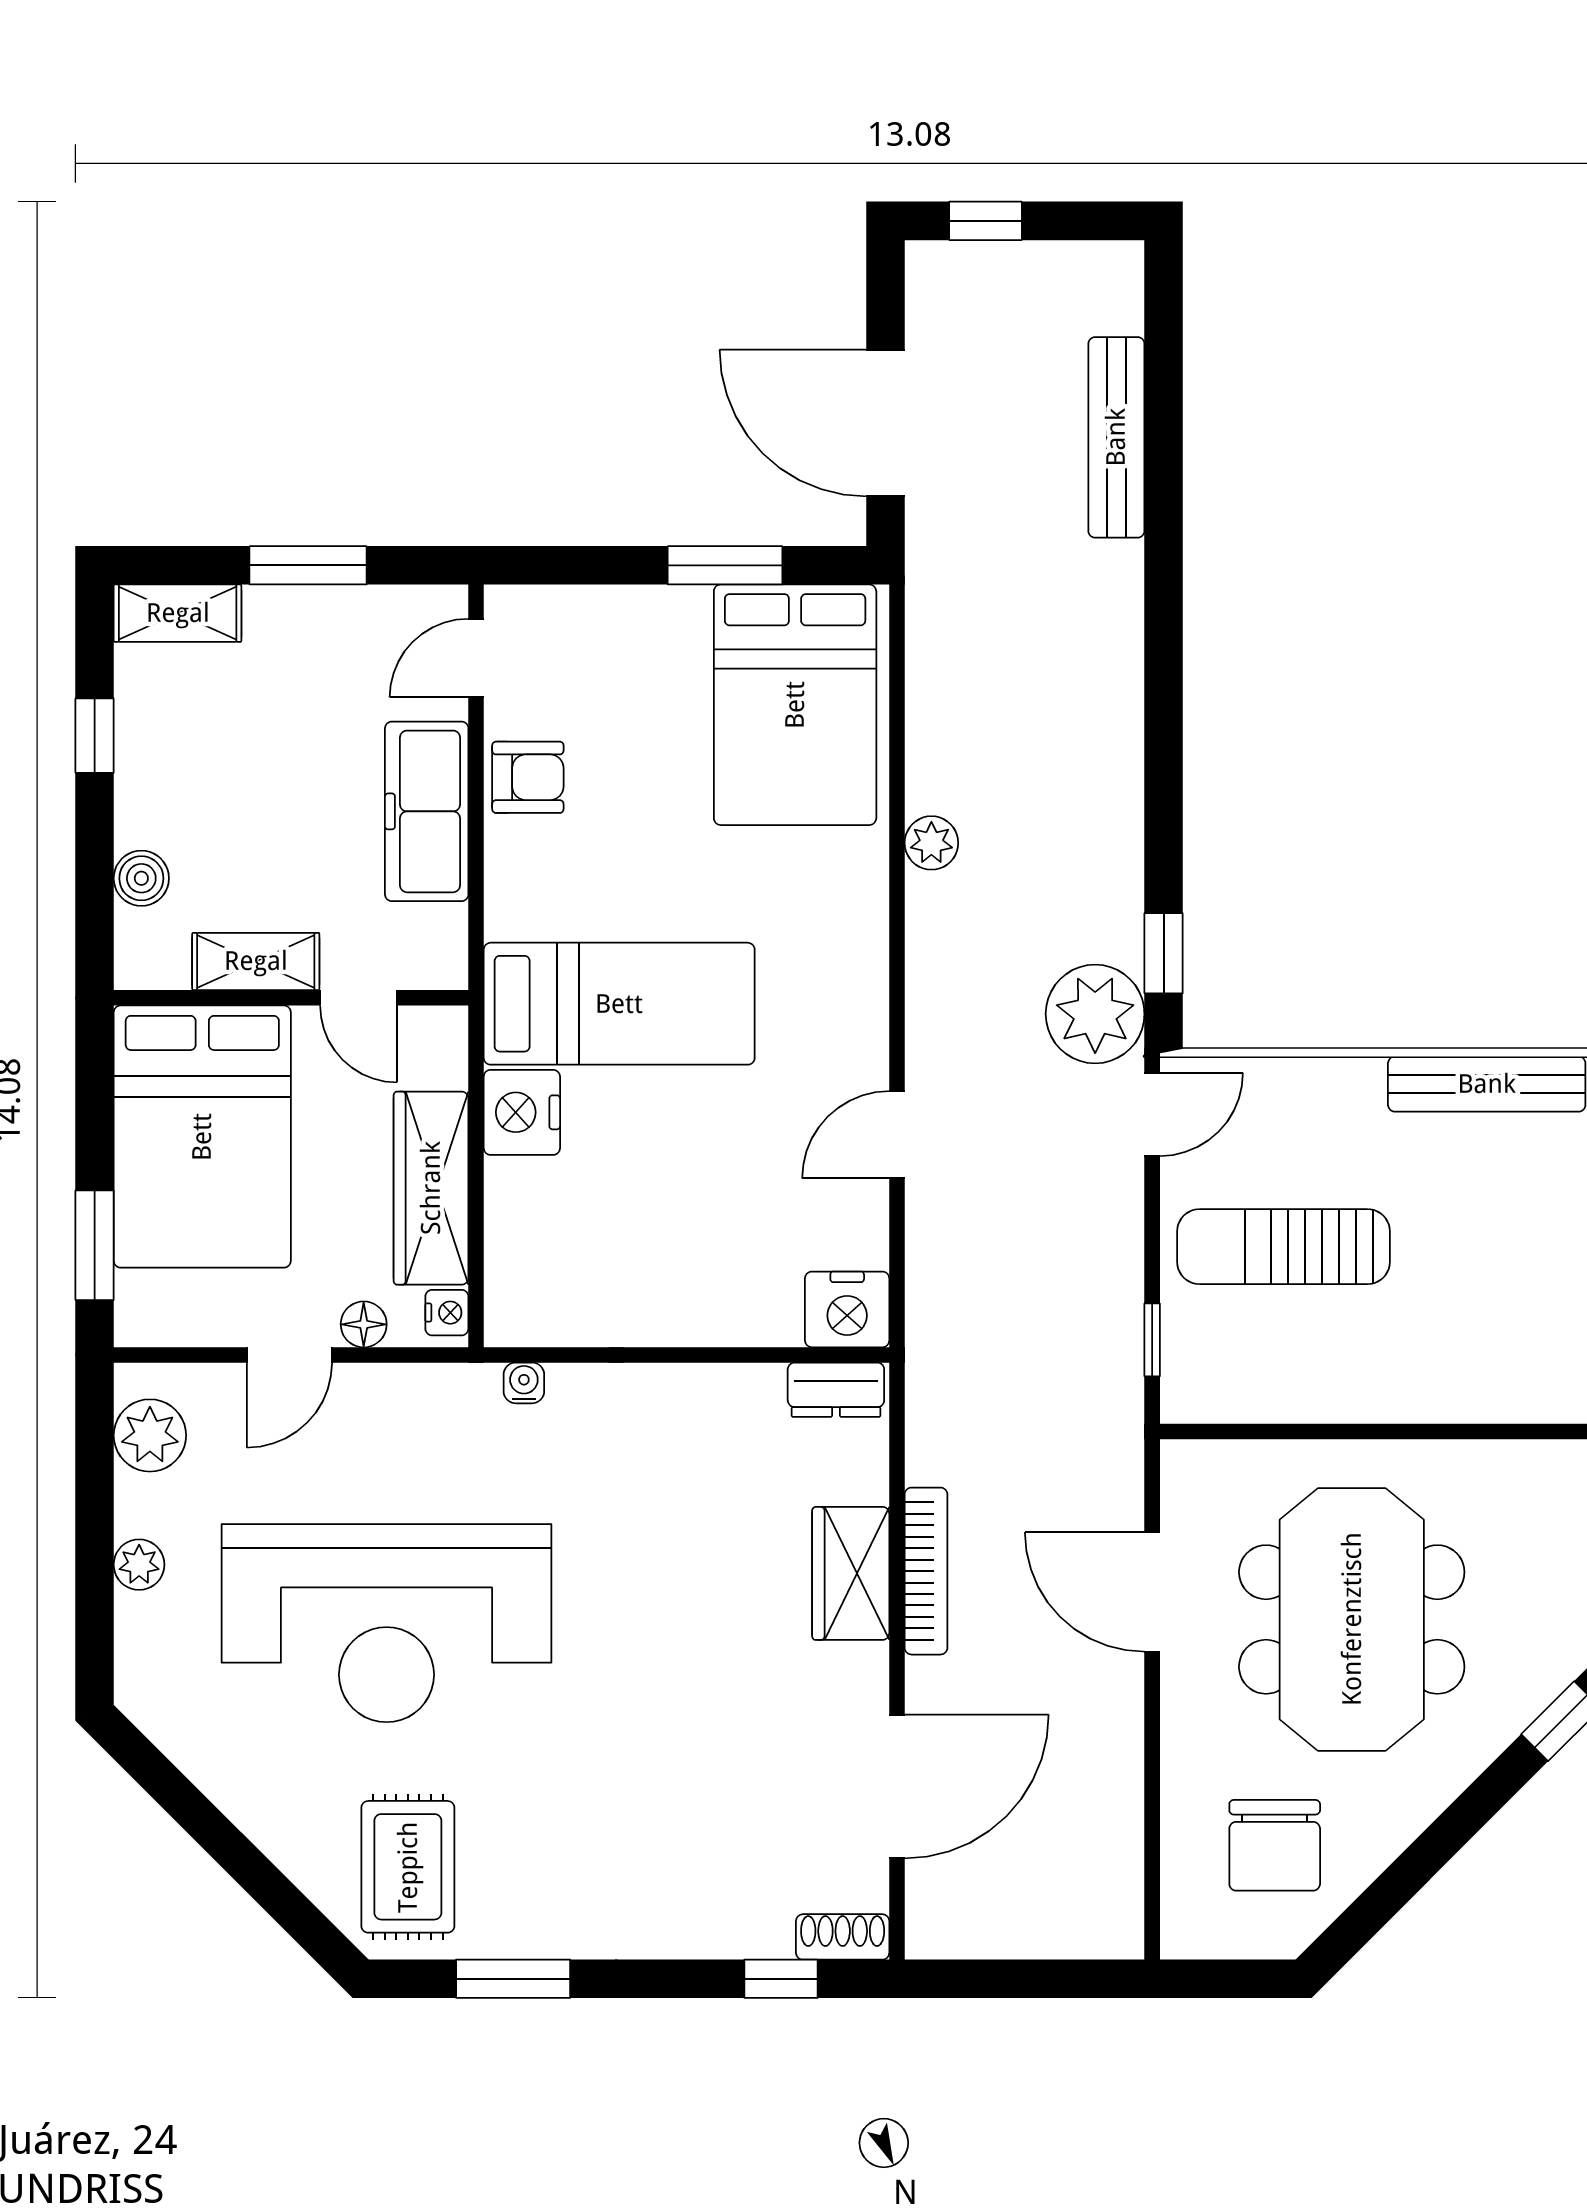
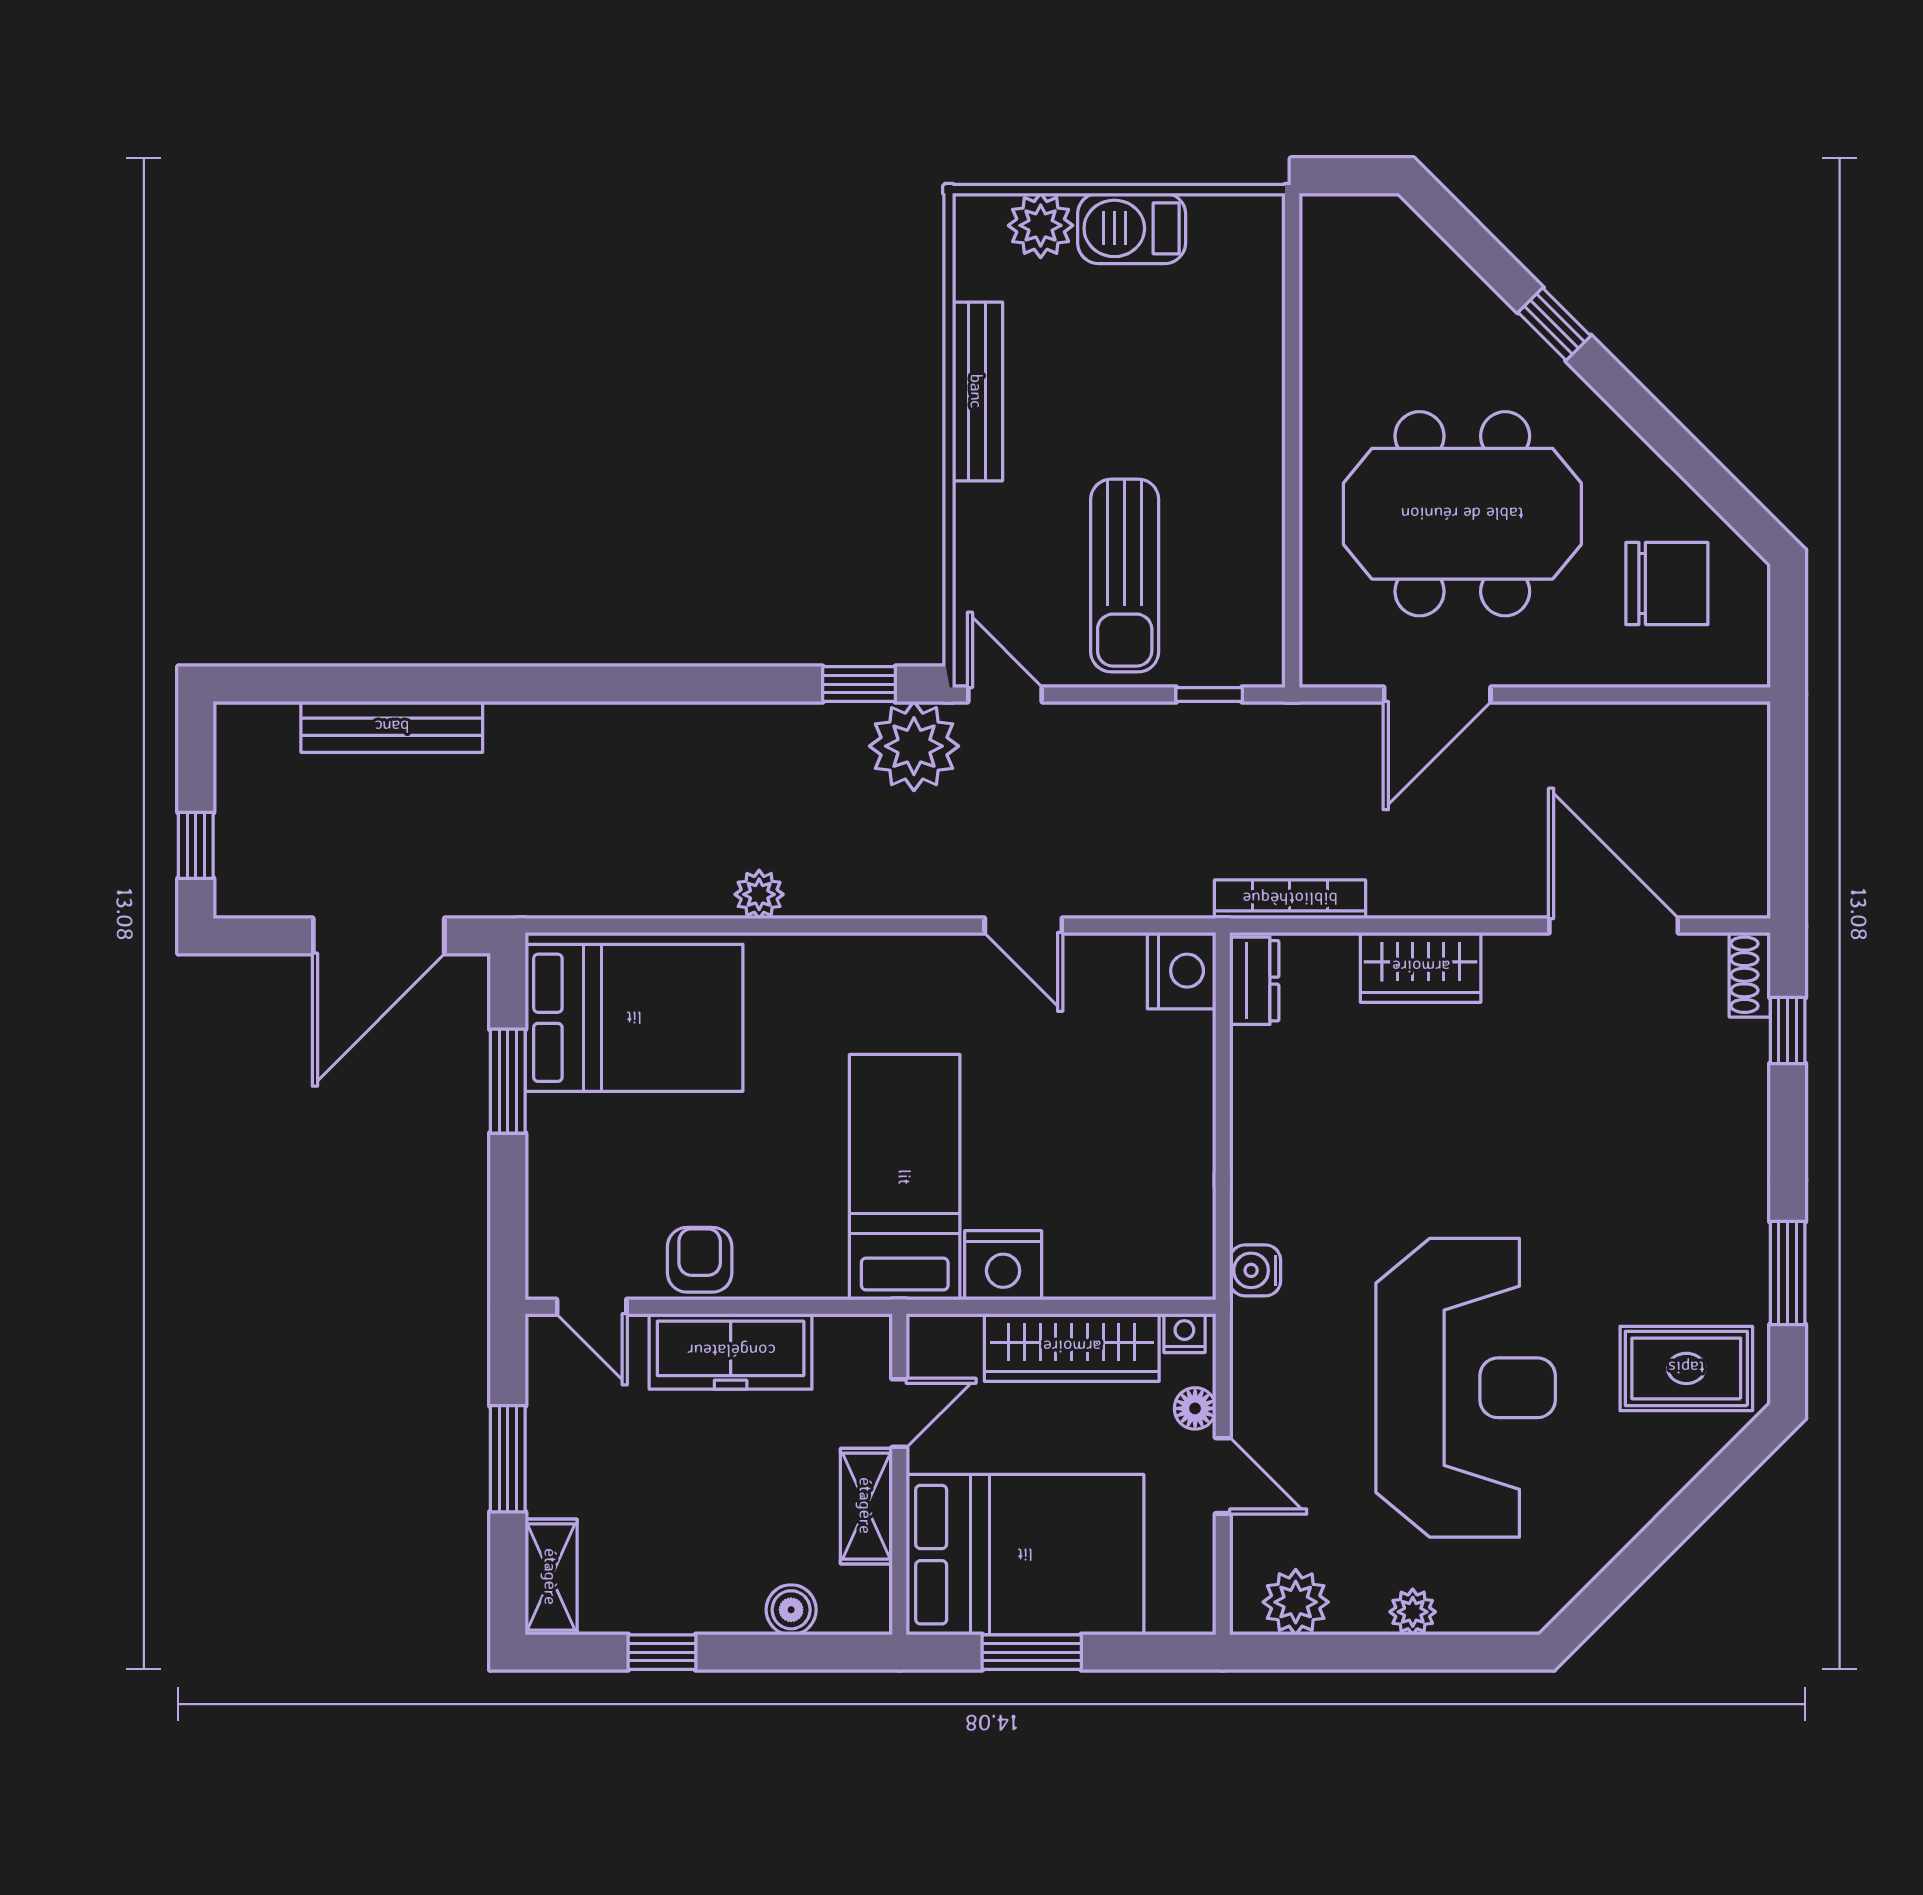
window: (95, 1245) -> (1032, 1652), moved
water cooler: (524, 1383) -> (1255, 1270), width x1.38, depth x1.38
bookcase: (926, 1571) -> (1290, 899), moved

